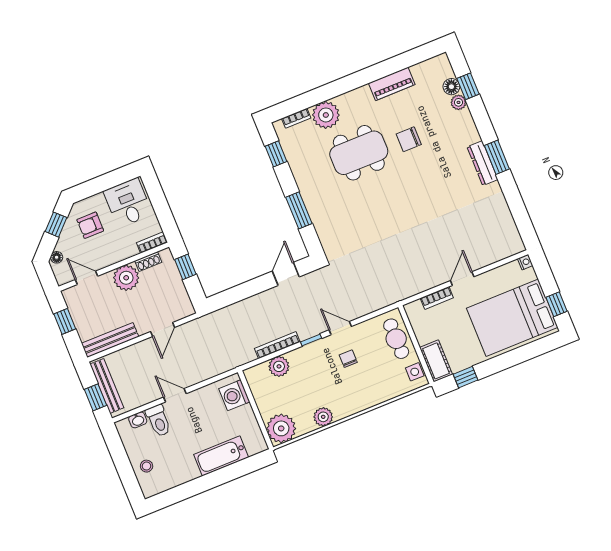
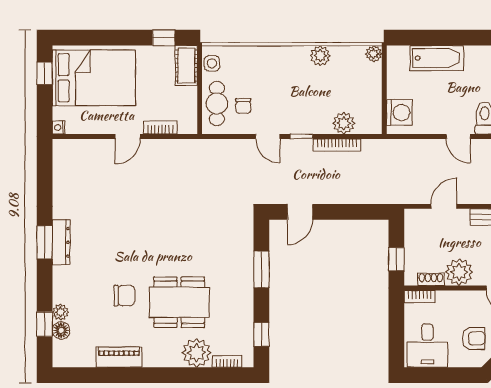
chair: (348, 359) -> (243, 106), moved
plant: (281, 428) -> (374, 54), width x0.53, depth x0.53

